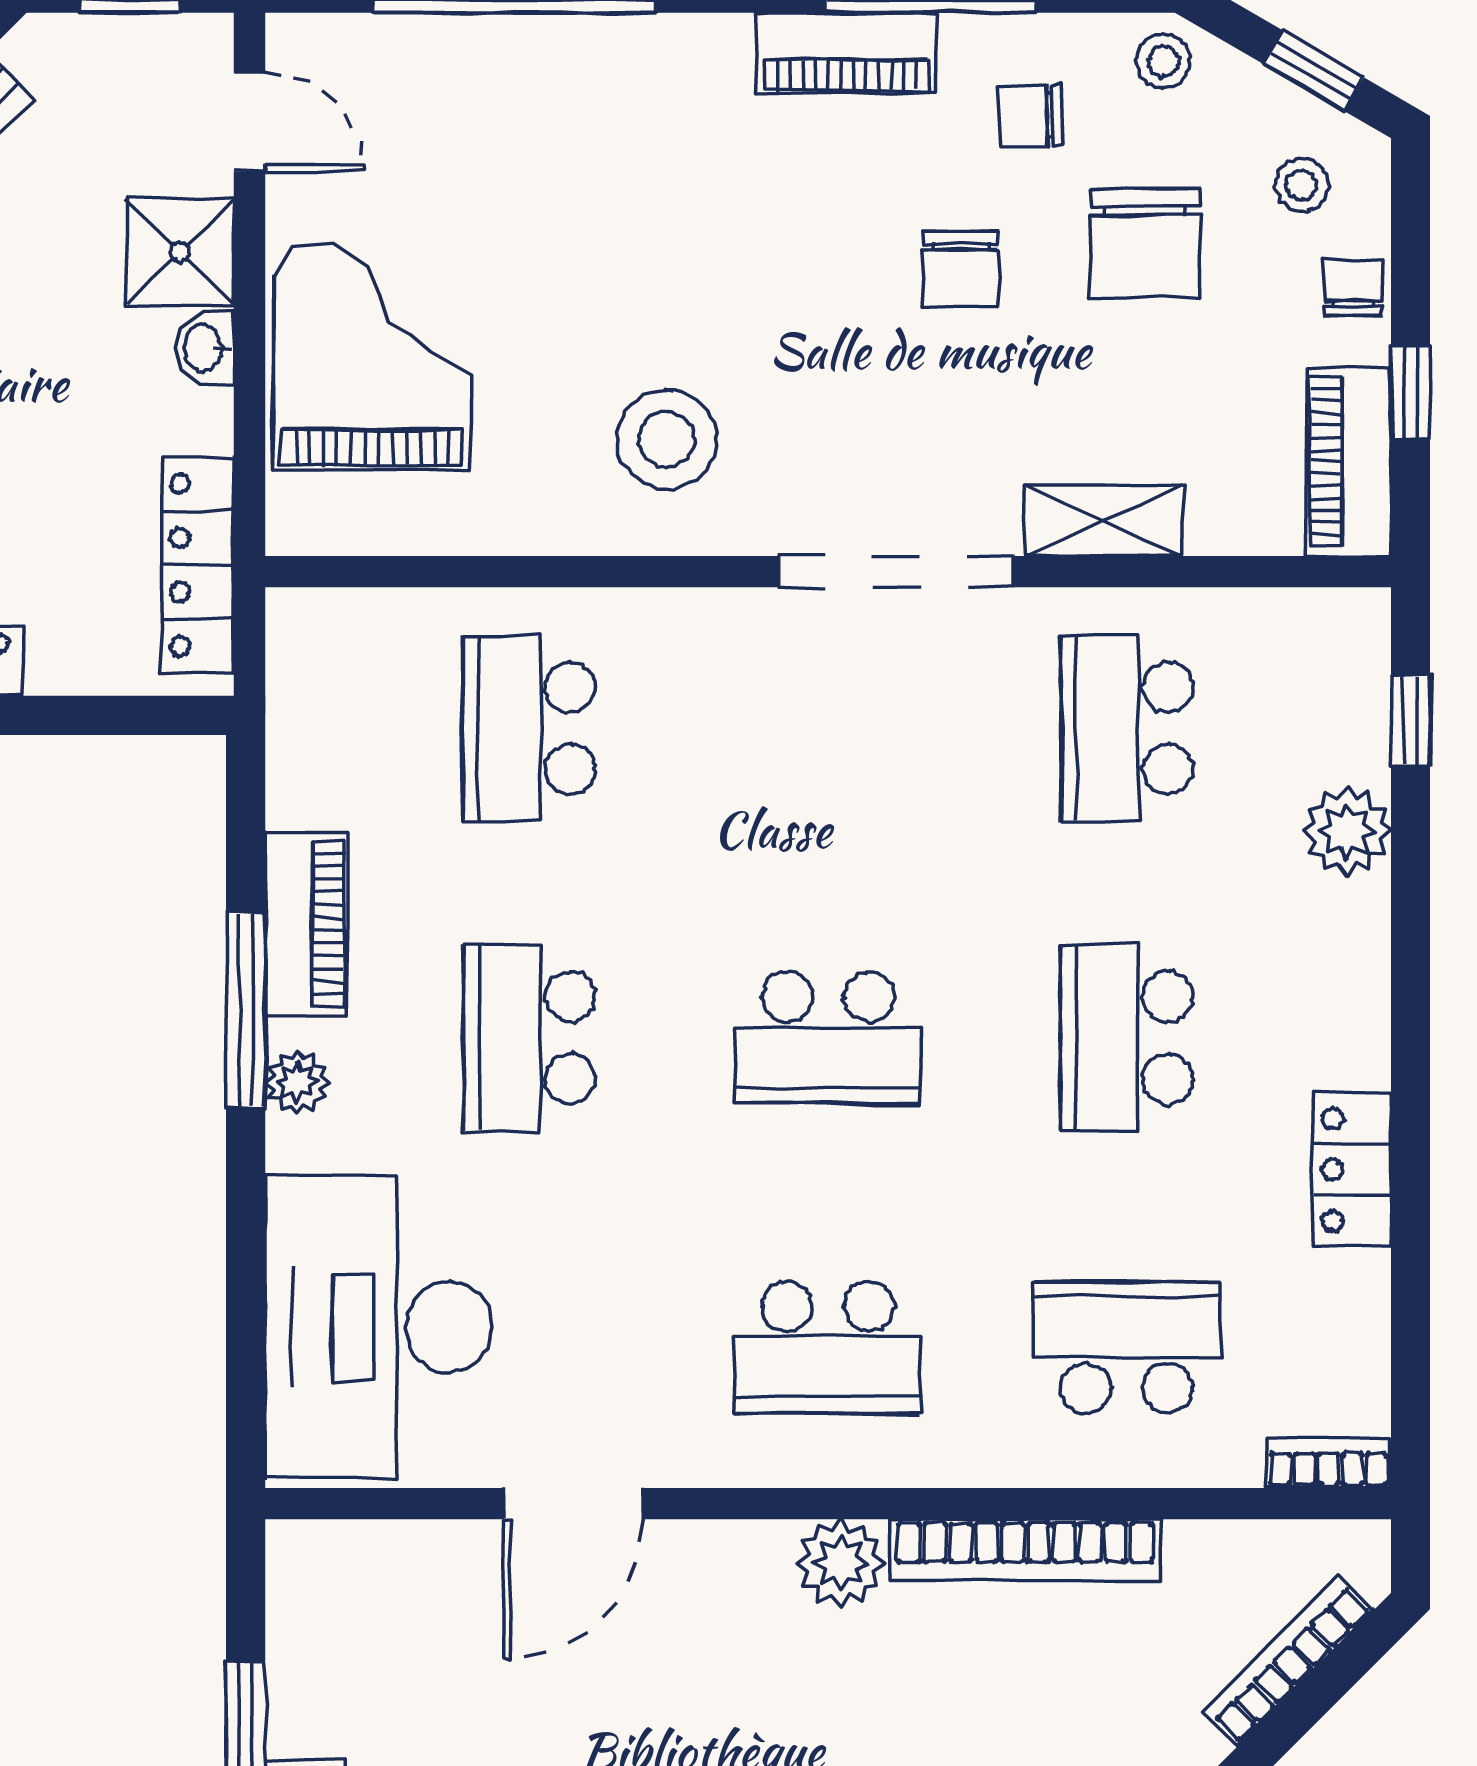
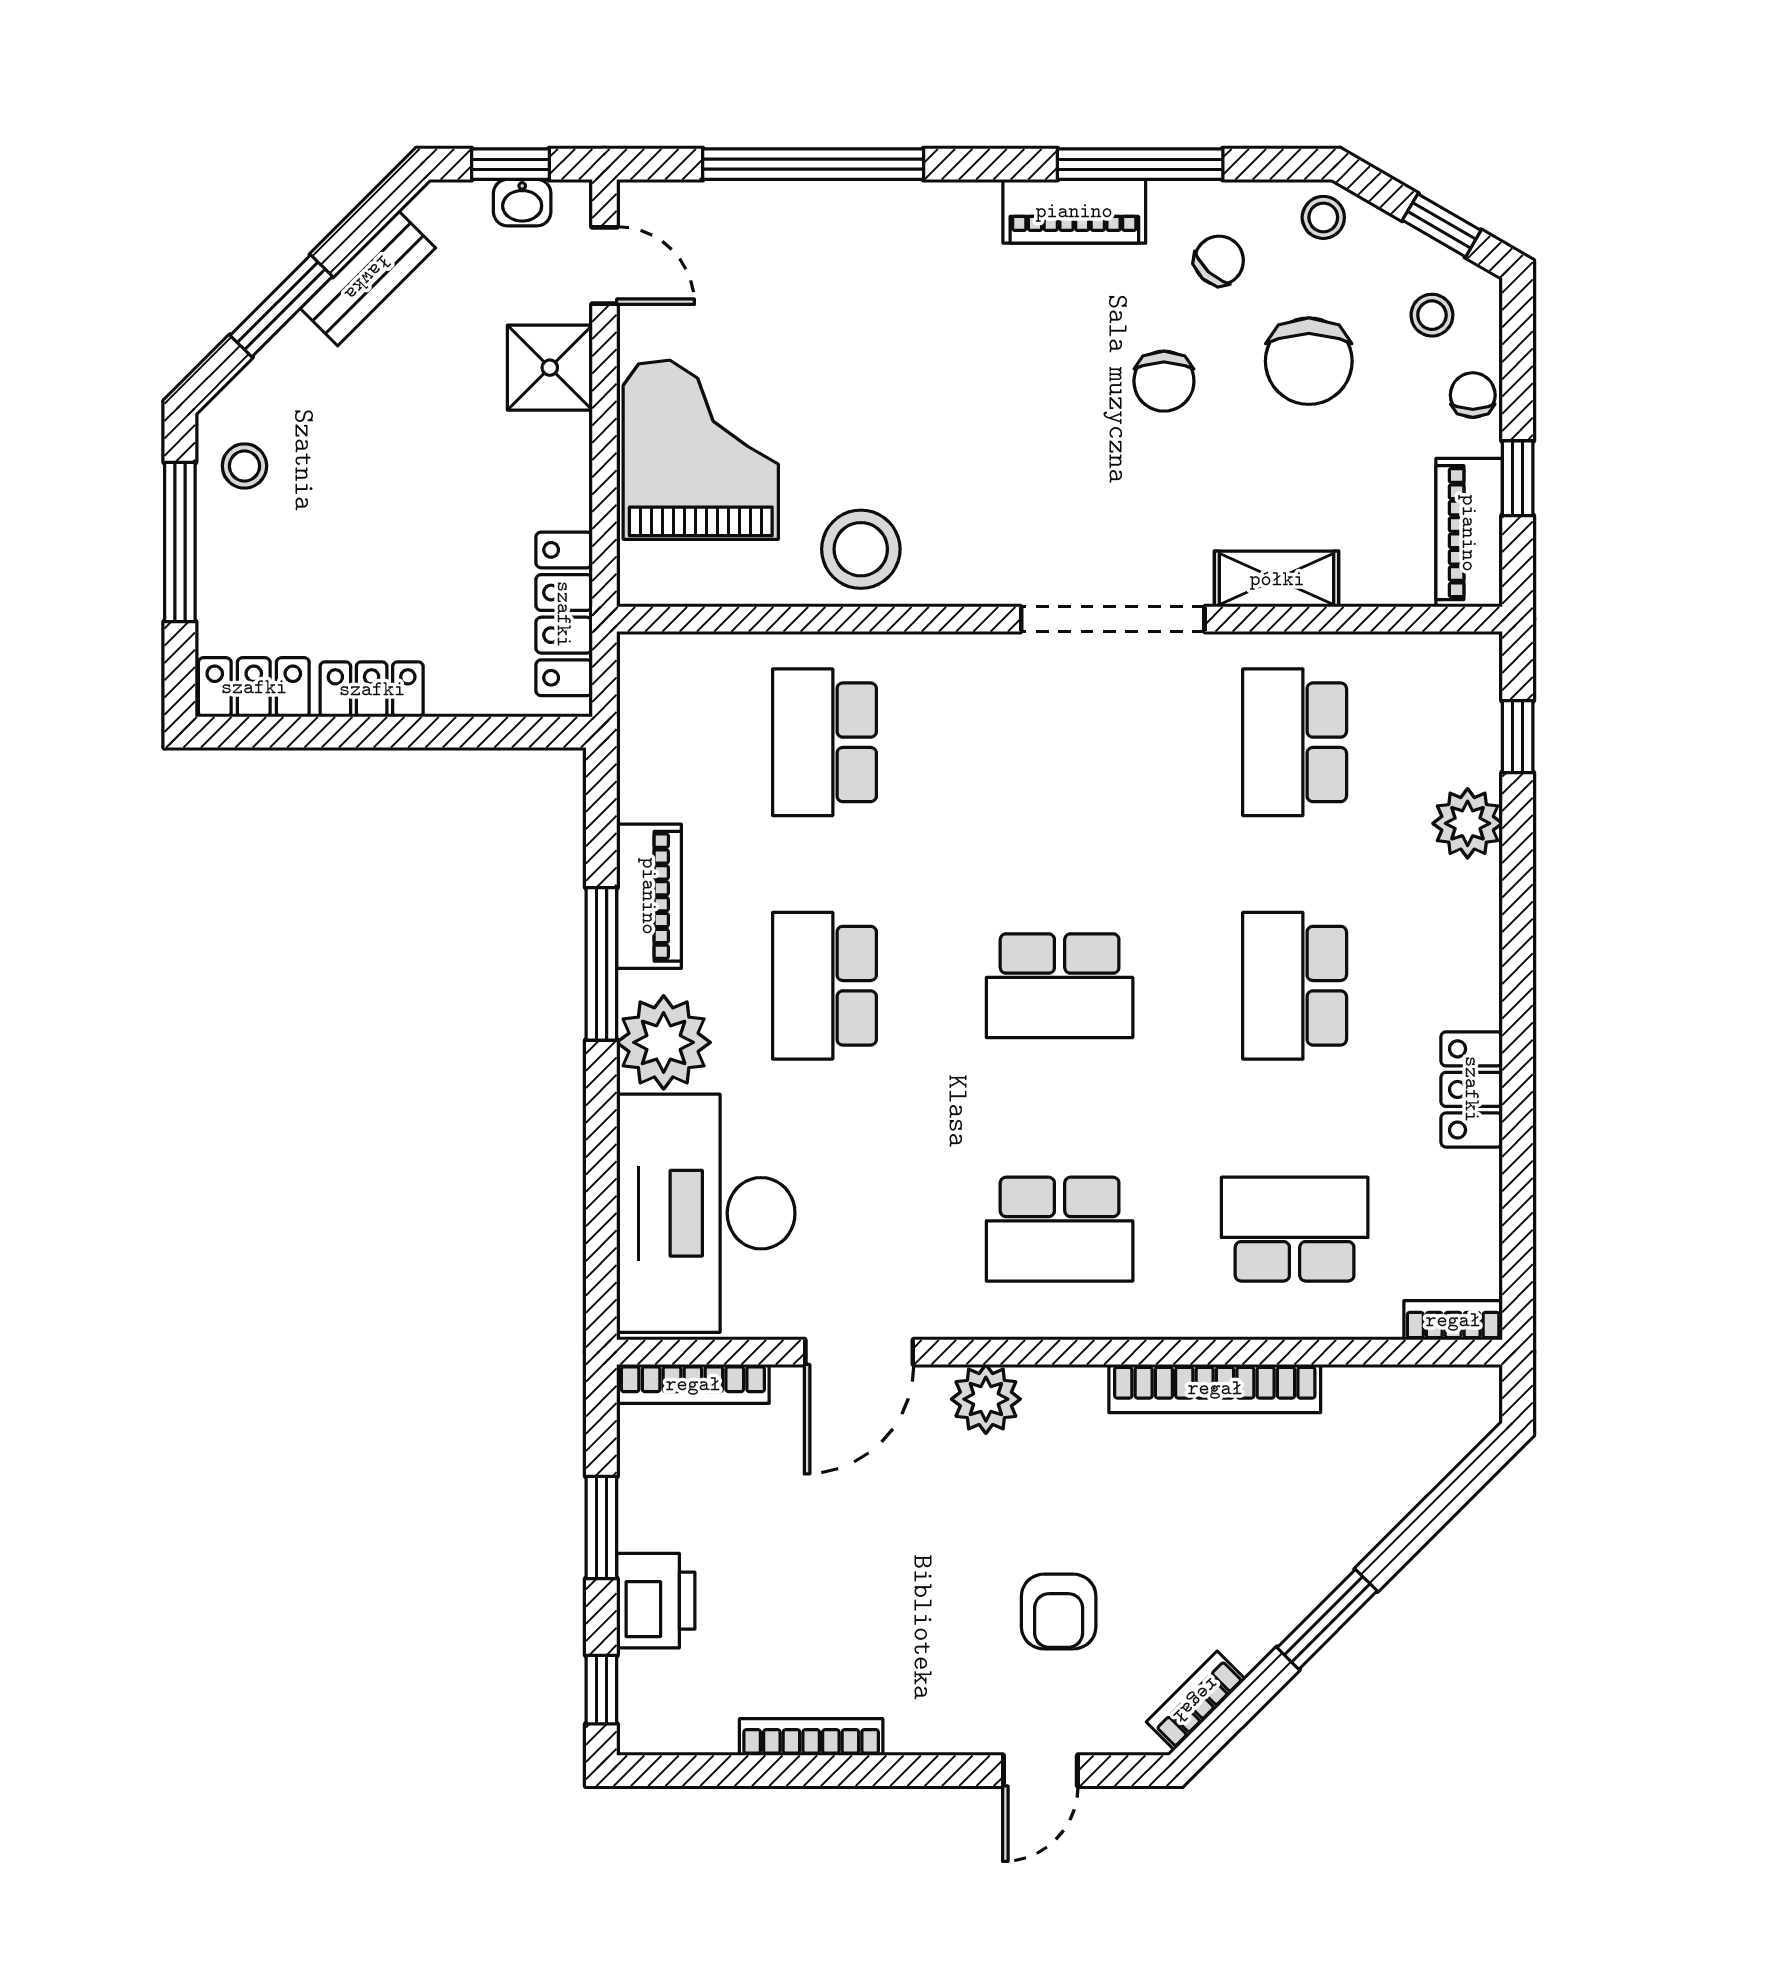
chair: (1031, 116) -> (1219, 261), turned 135
washbasin: (204, 349) -> (522, 203), moved, turned -90
stool: (666, 440) -> (861, 549), moved
plant: (297, 1082) -> (664, 1042), width x1.88, depth x1.88
plant: (841, 1563) -> (986, 1399), moved
bookcase: (1288, 1661) -> (693, 1384), moved, turned -135

